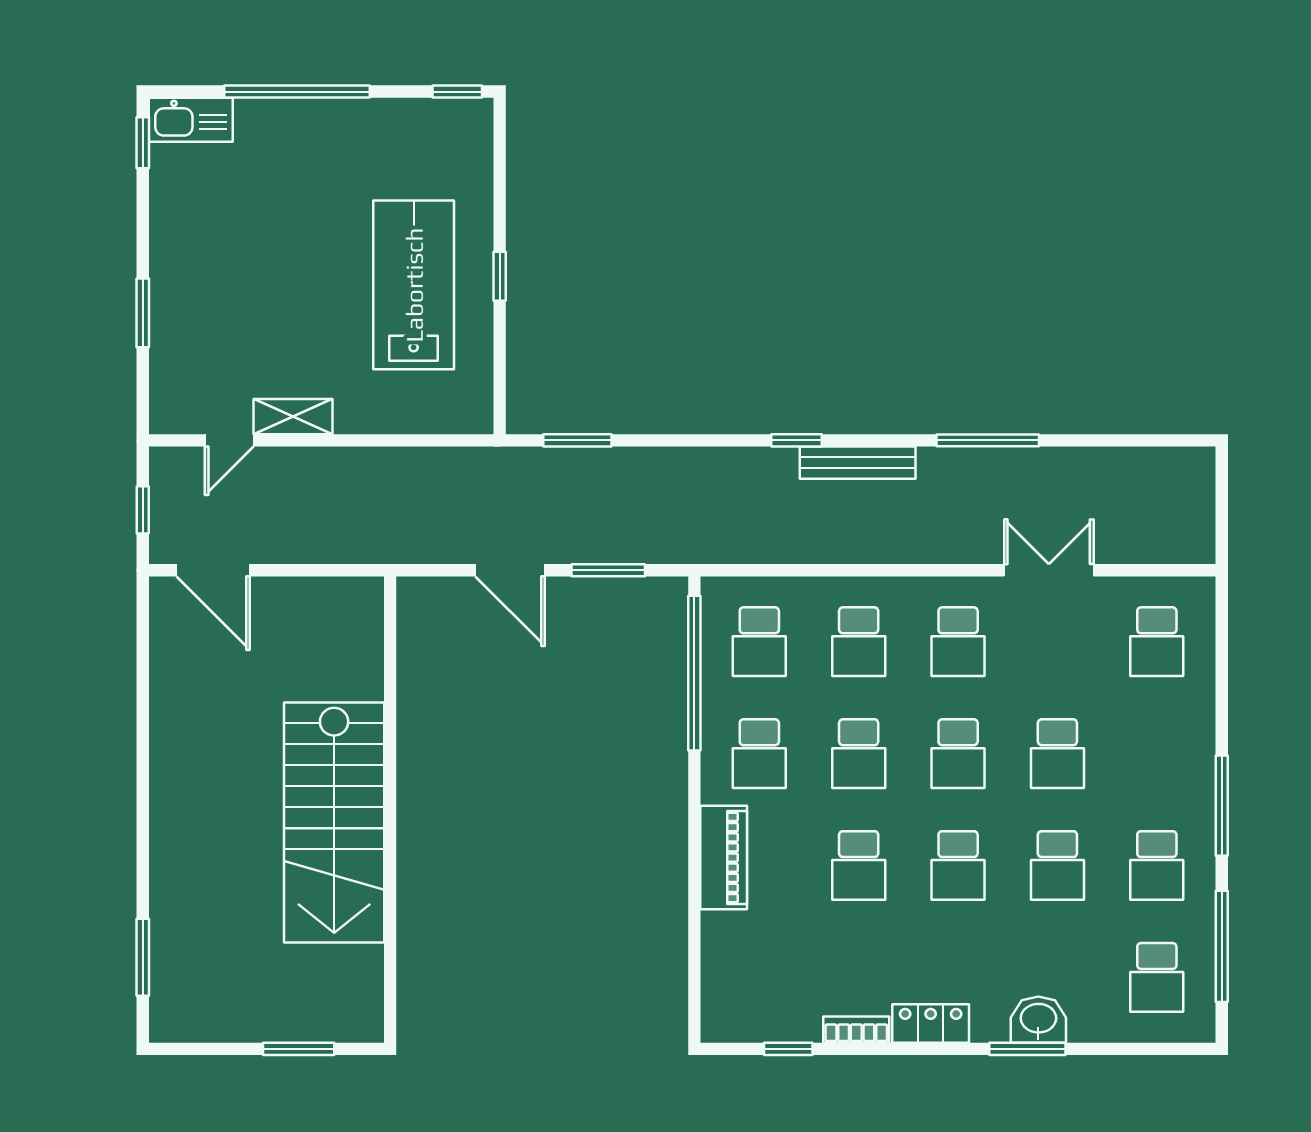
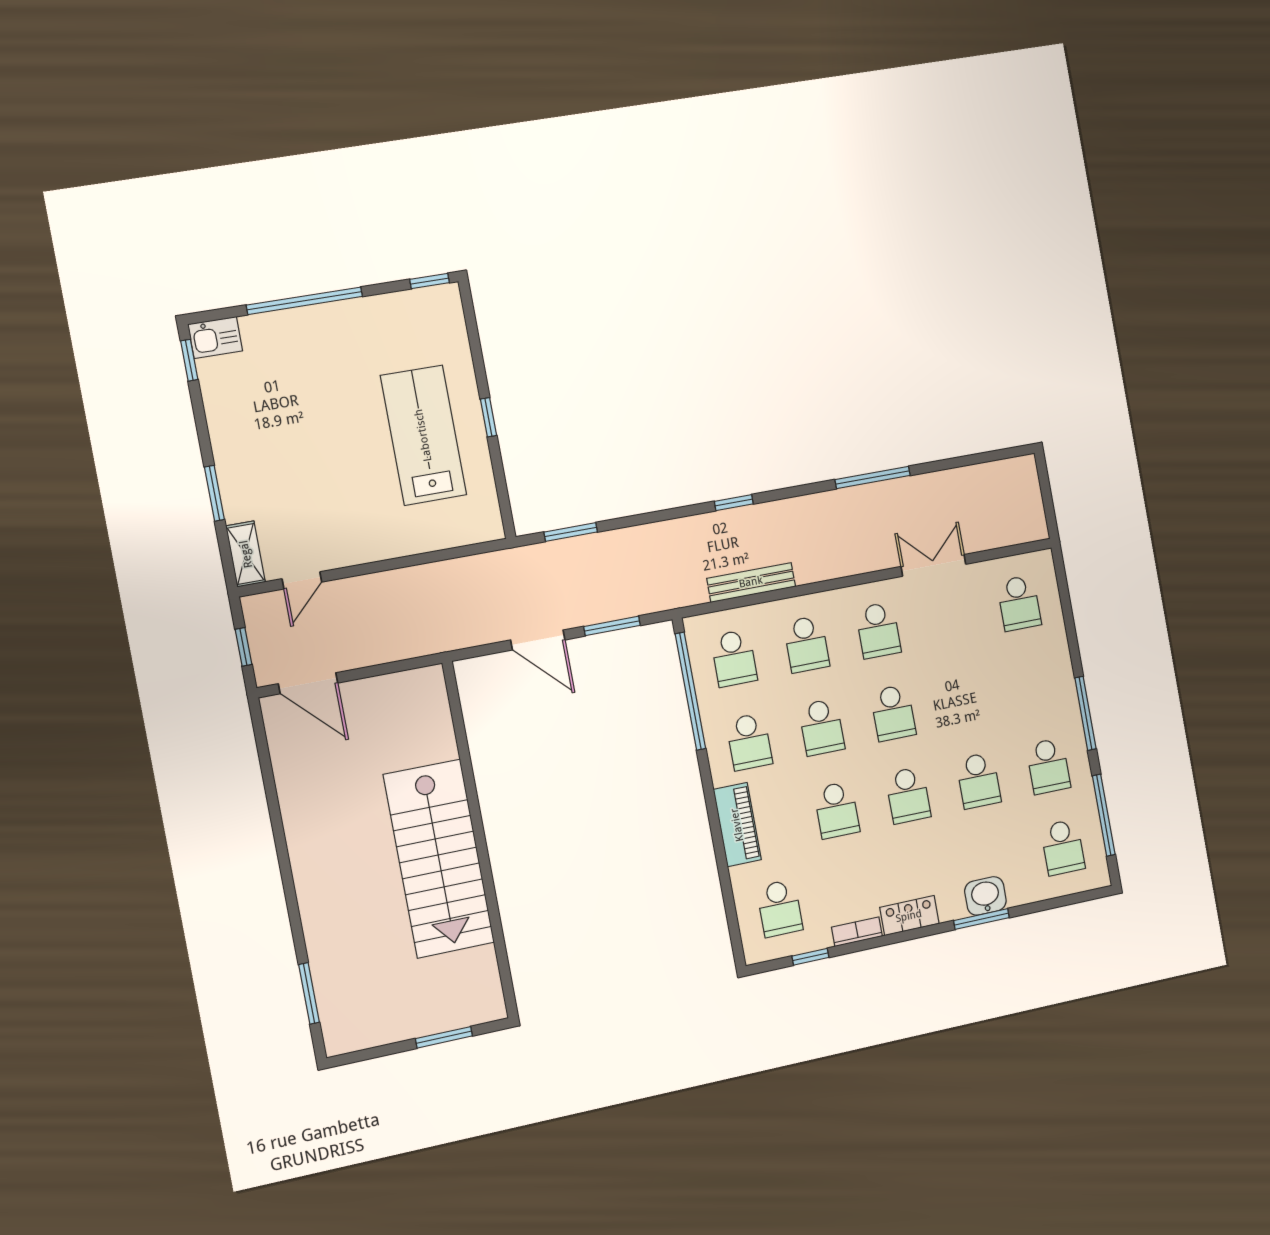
kitchen sink: (191, 120) -> (215, 337), width x0.73
shelving: (293, 417) -> (246, 554), moved, turned 90
bench: (858, 463) -> (751, 582), moved
school desk: (1057, 754) -> (780, 908), moved

